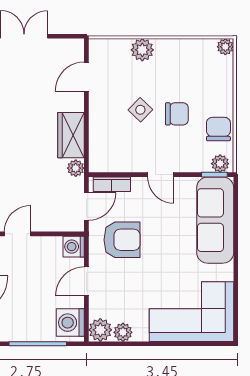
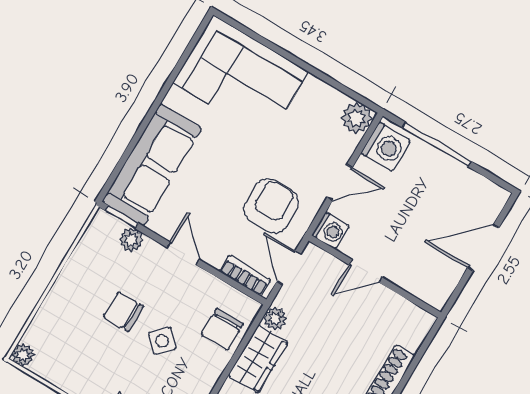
chair: (218, 129) -> (222, 329), moved
plant: (220, 164) -> (131, 240), moved
door: (86, 207) -> (289, 268), hinge flipped
door: (18, 234) -> (366, 271), moved
armchair: (122, 240) -> (271, 206), turned 90
plant: (123, 332) -> (333, 100), removed

